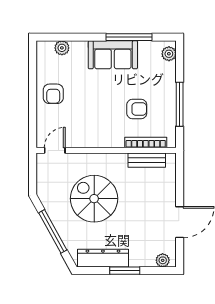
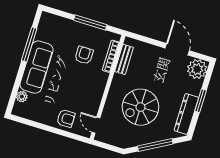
plant: (169, 54) -> (51, 19), removed
sofa: (113, 55) -> (36, 67), width x1.36
armchair: (53, 94) -> (66, 118), moved
plant: (163, 260) -> (197, 69), width x1.87, depth x1.87

